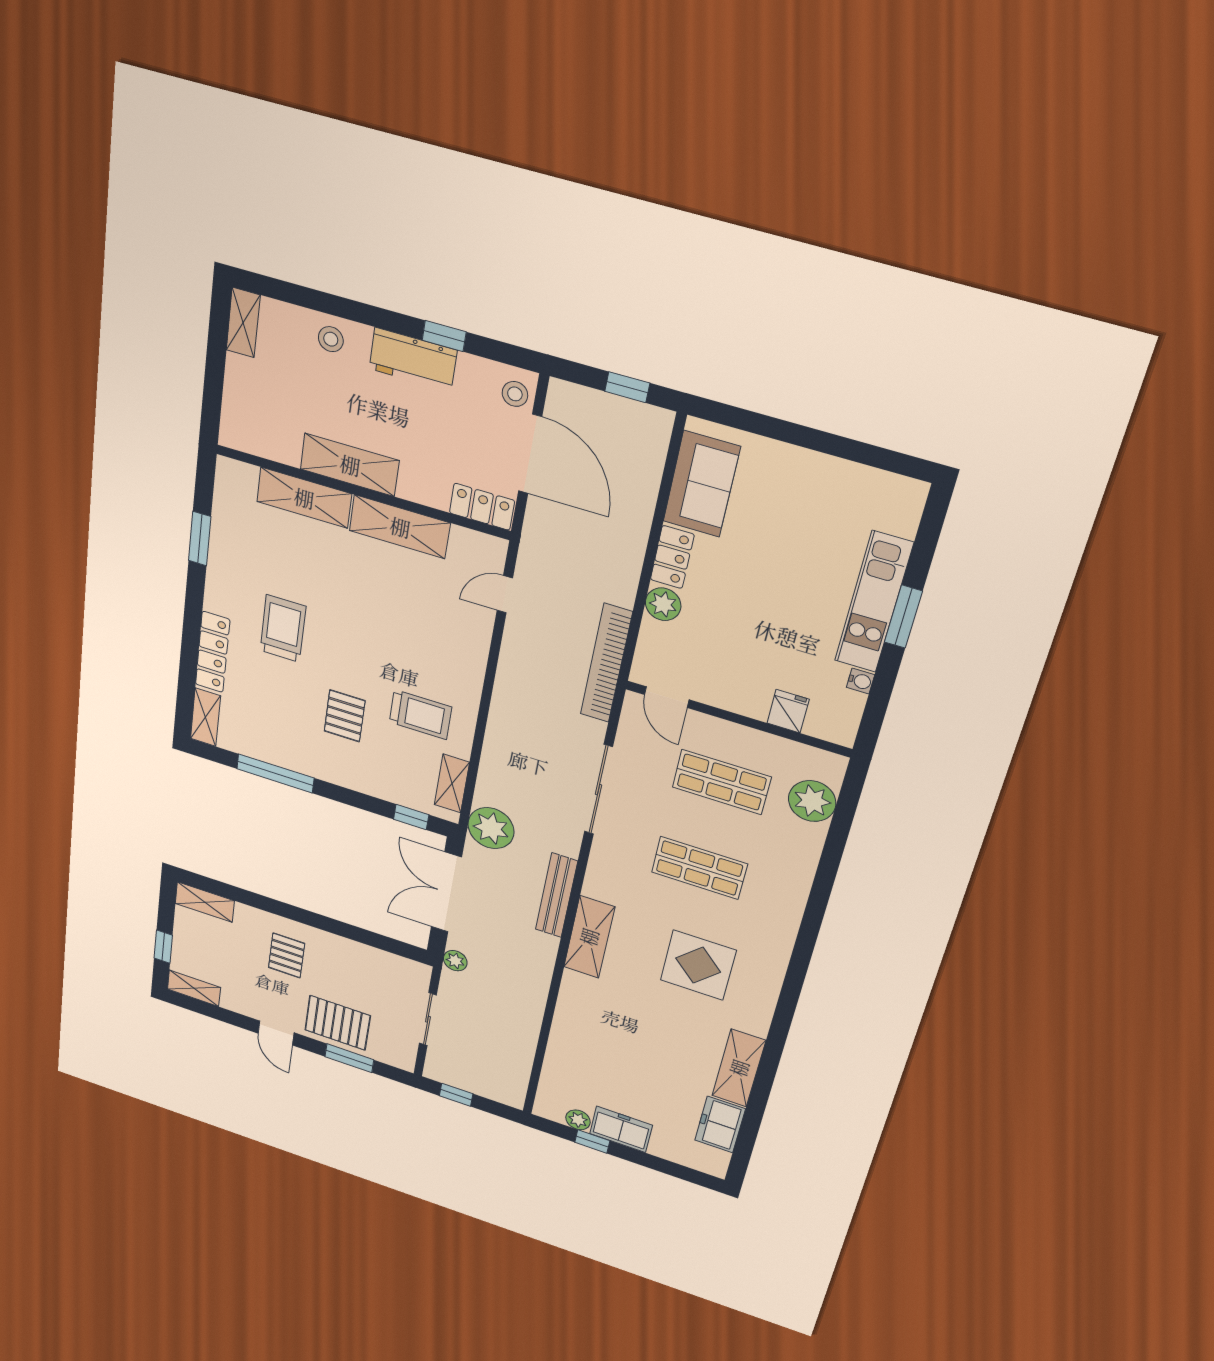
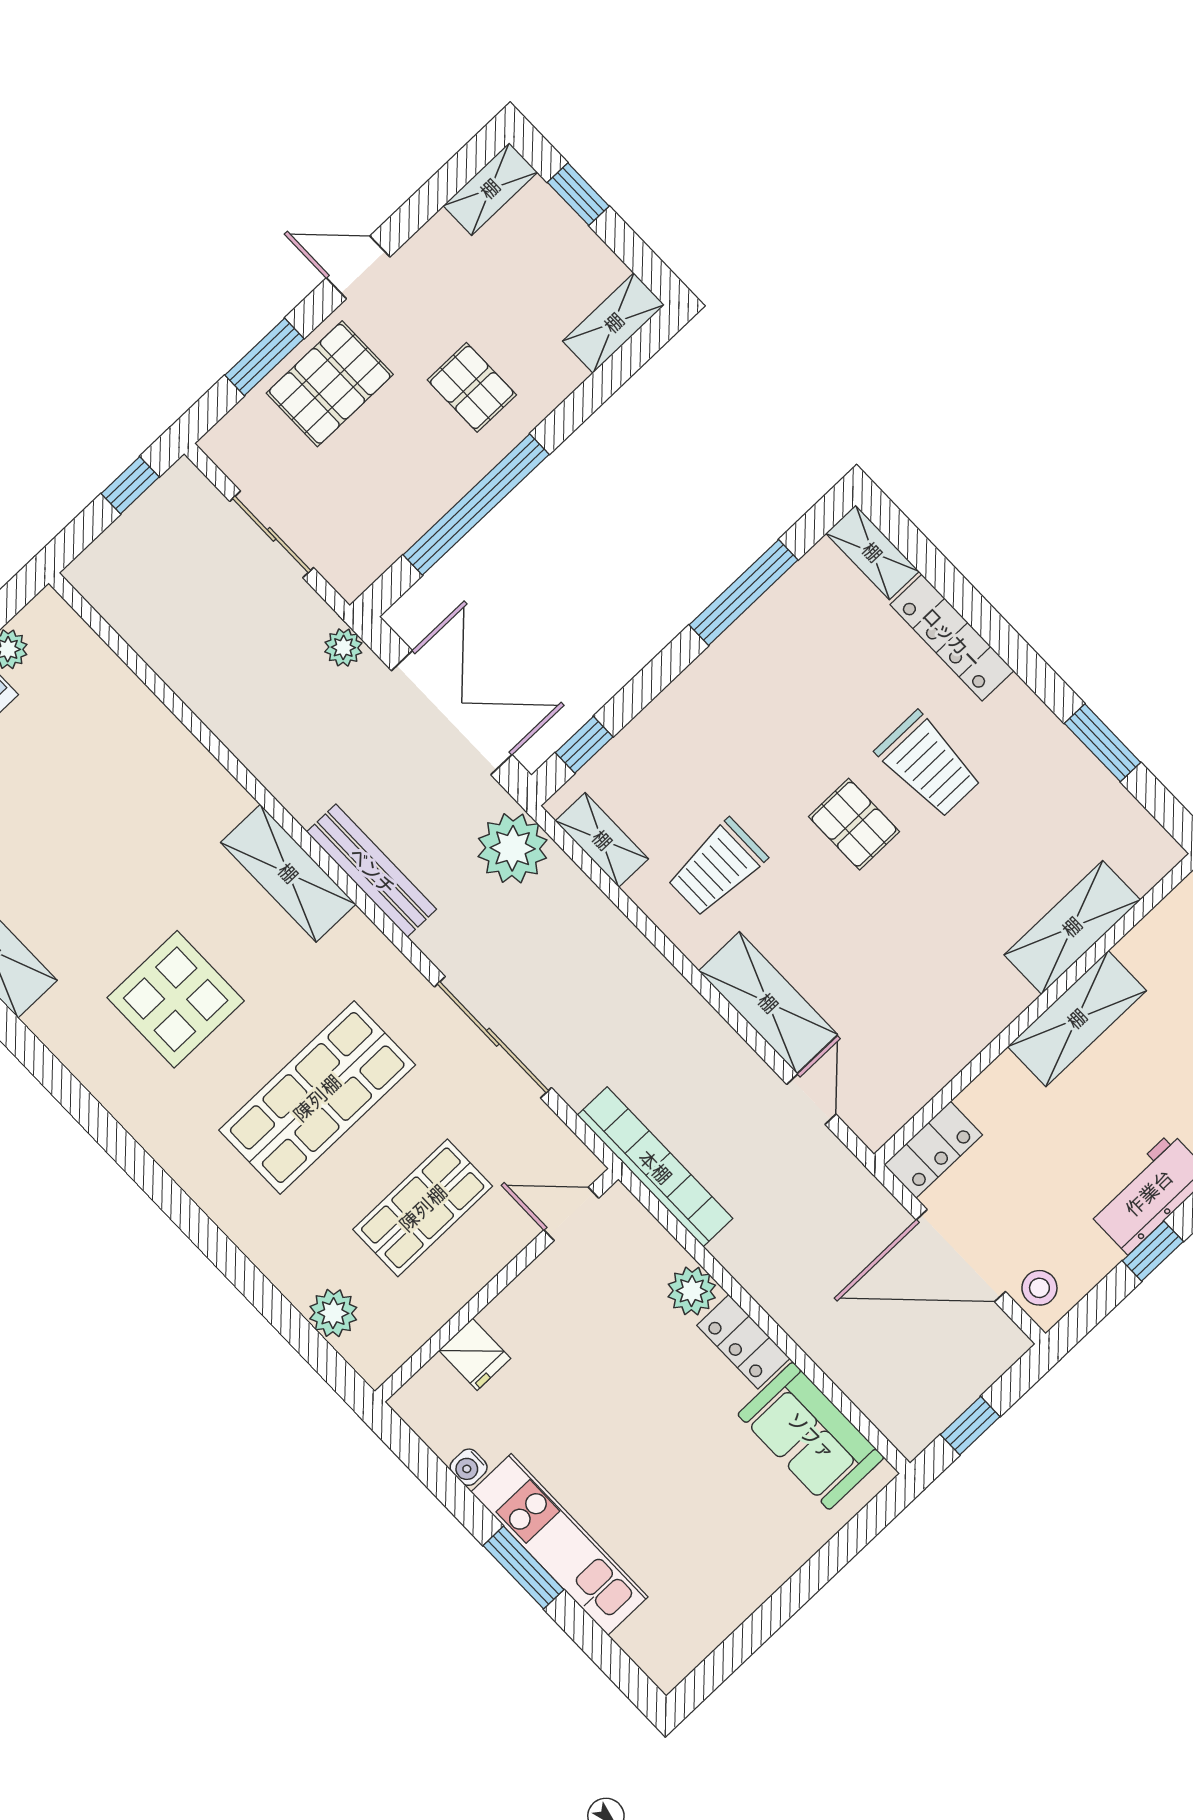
shelving: (400, 527) -> (768, 1003), moved, turned 90
pallet: (345, 716) -> (854, 824), moved
plant: (812, 801) -> (333, 1313), width x0.73, depth x0.73
shop shelf: (699, 868) -> (317, 1098), width x1.43, depth x1.36
window: (338, 928) -> (476, 505), added

